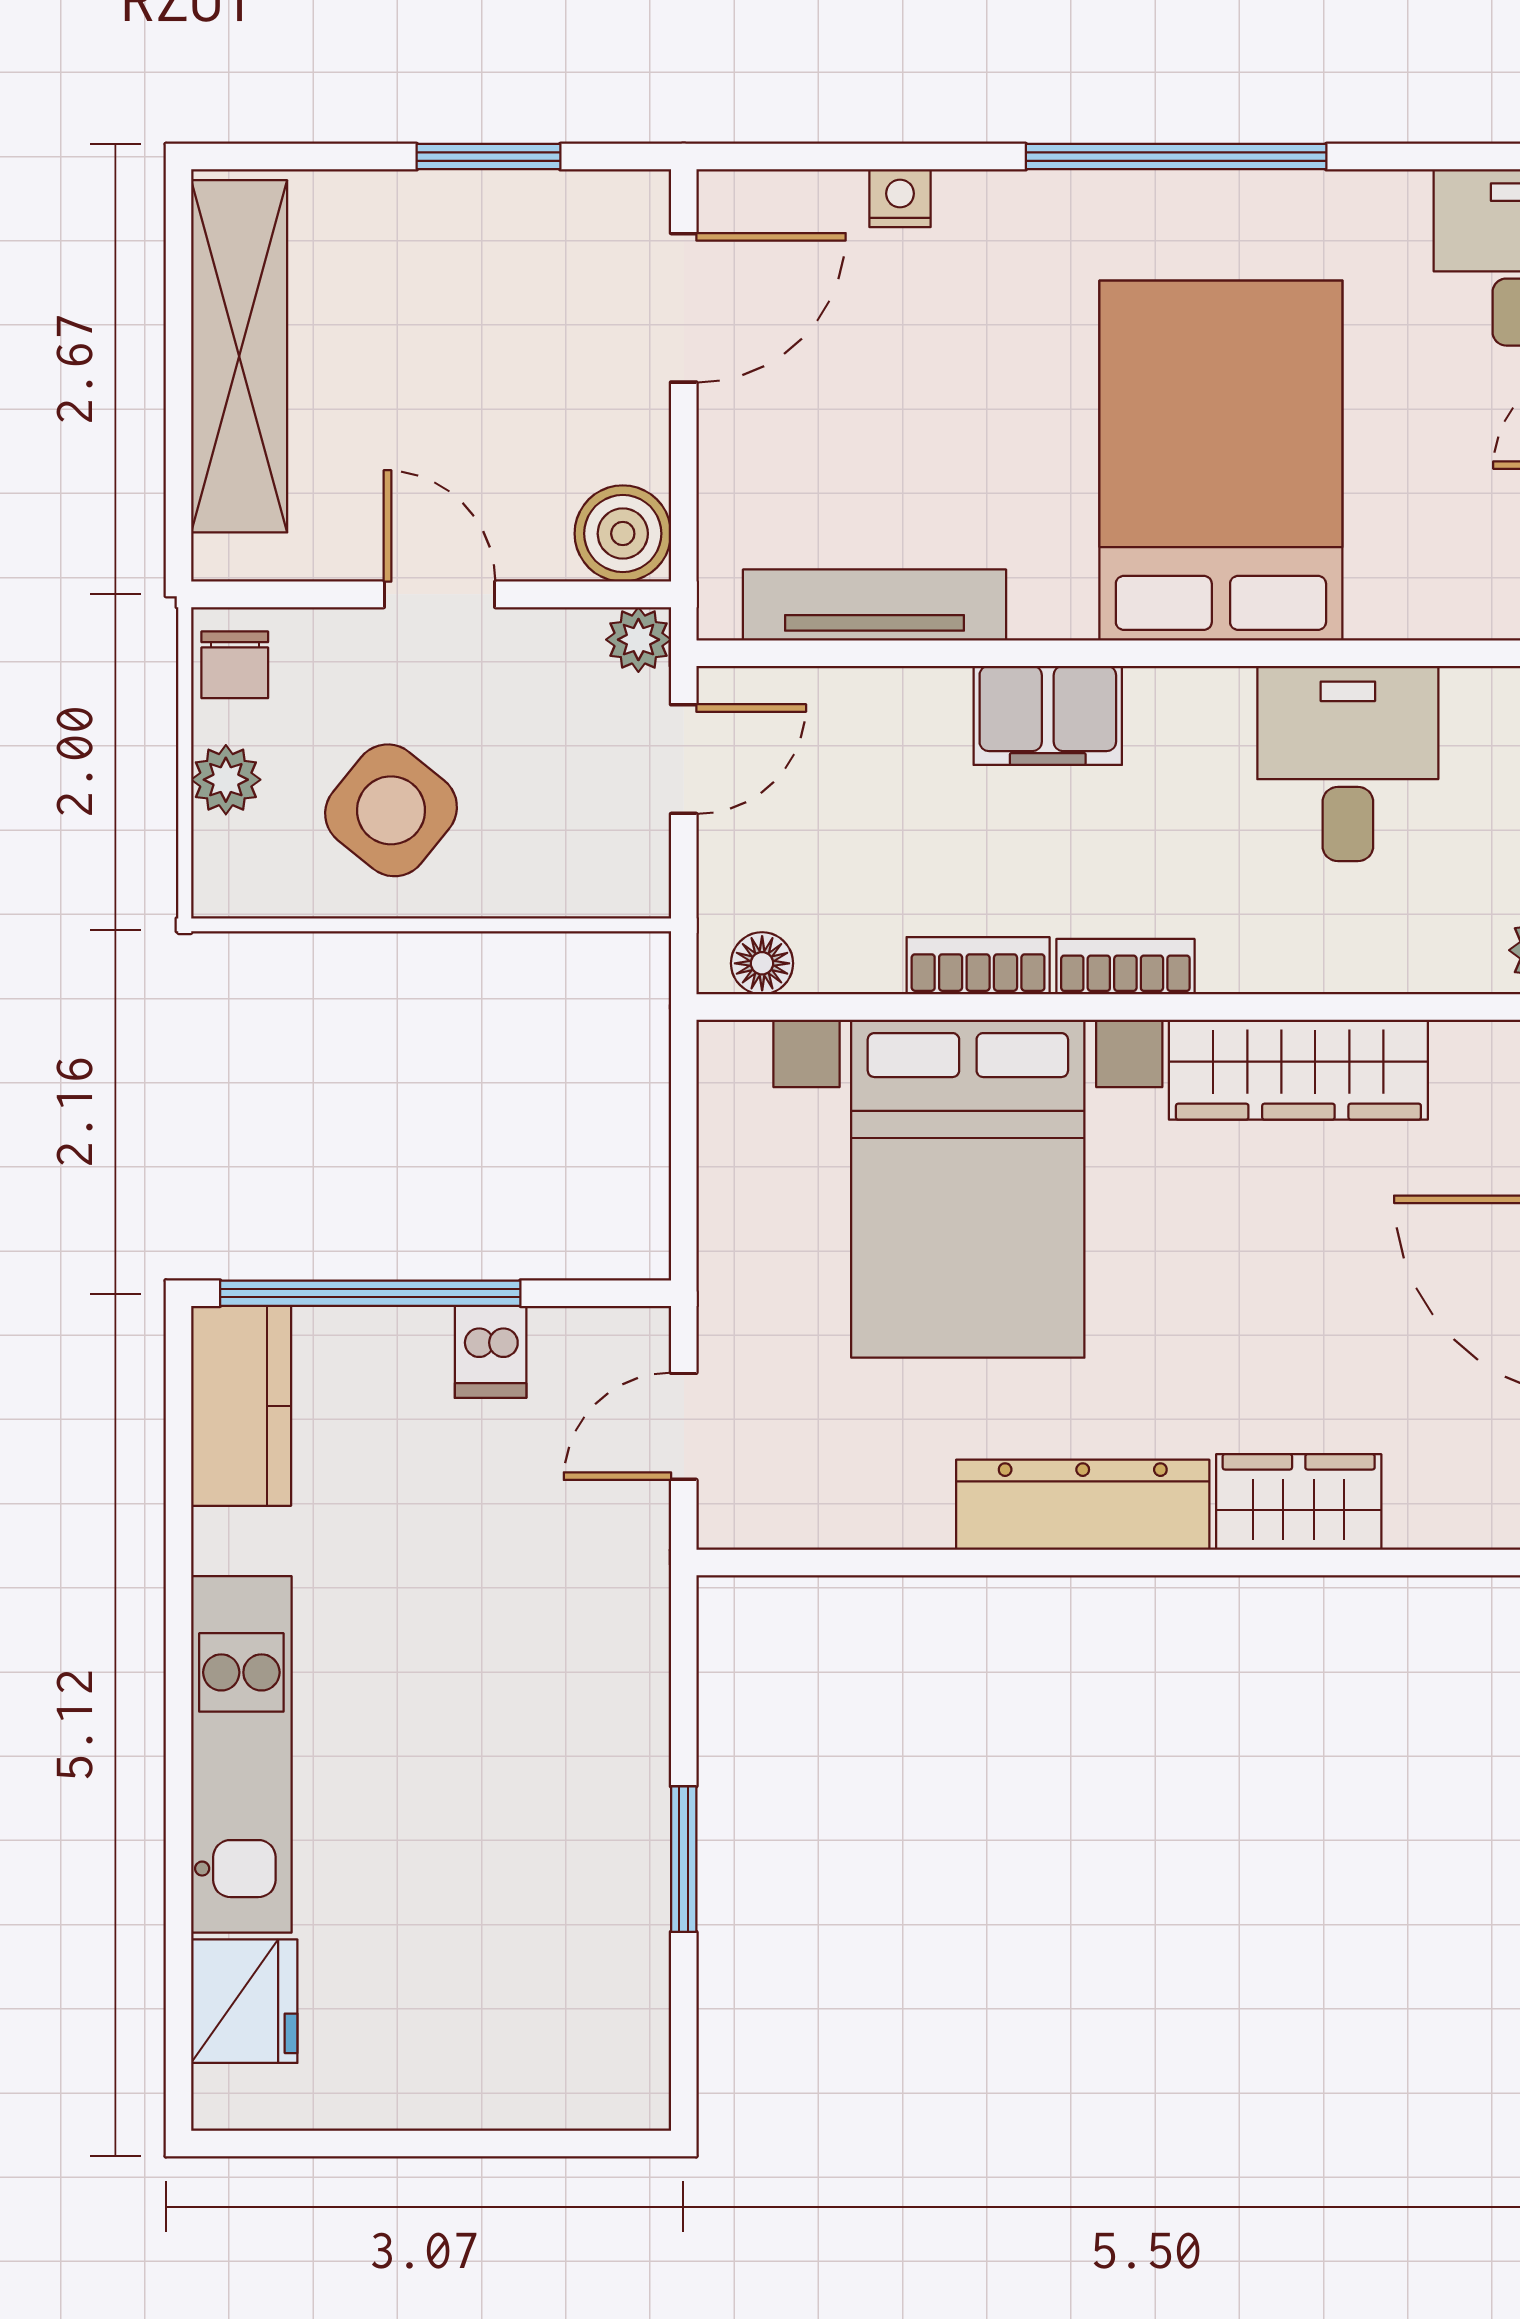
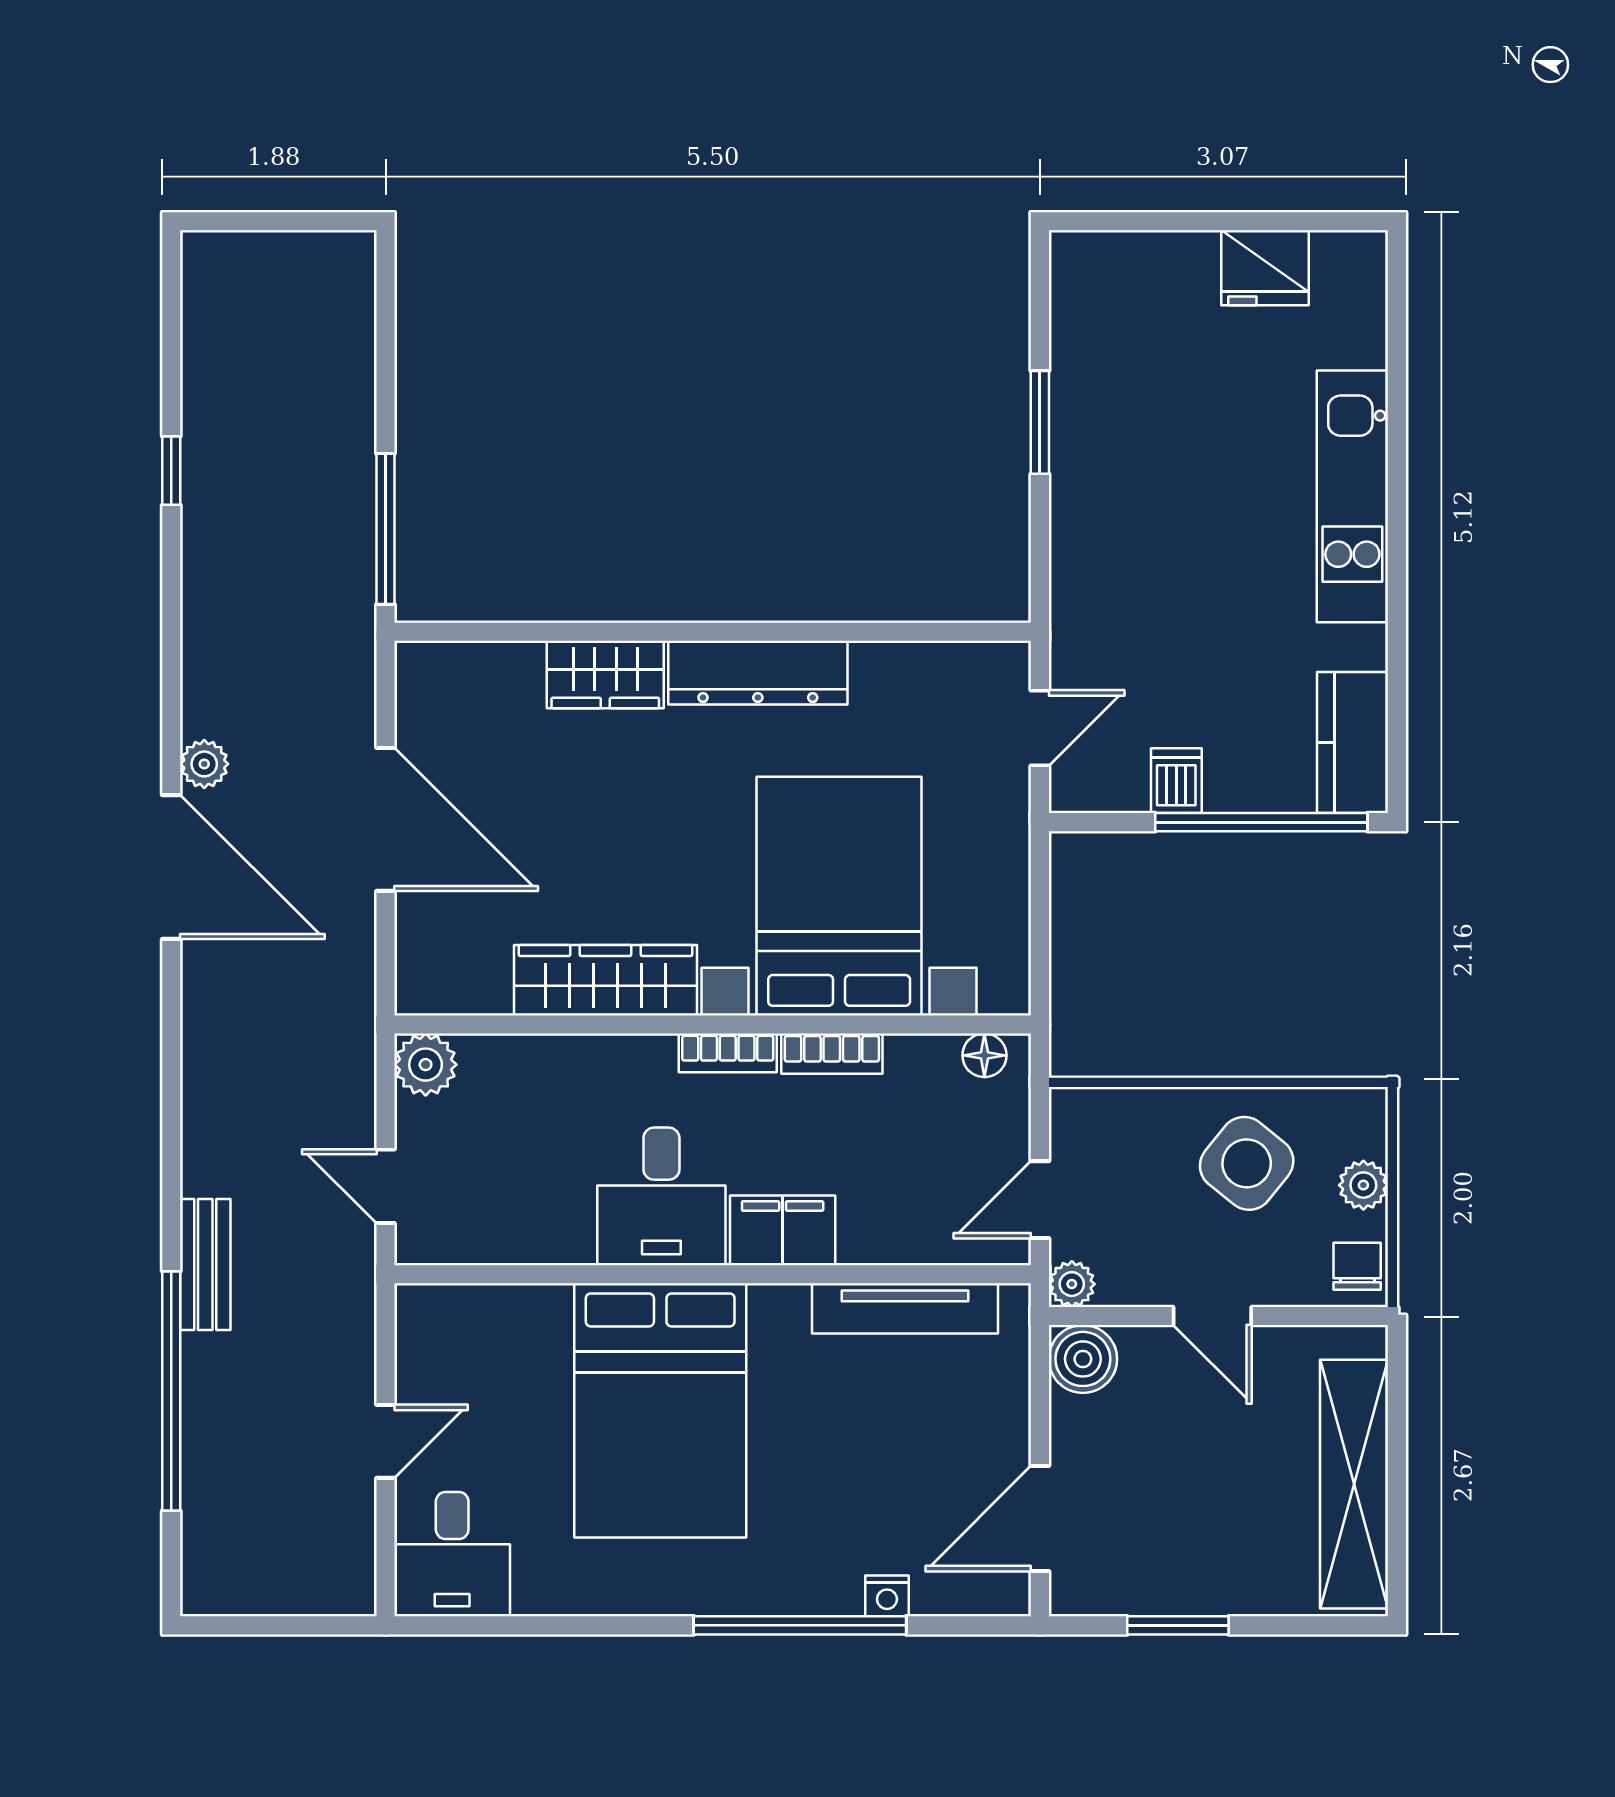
window: (1176, 157) -> (800, 1625), moved
desk: (1348, 764) -> (661, 1196), moved
fridge: (244, 2001) -> (1265, 268), moved, turned -90

